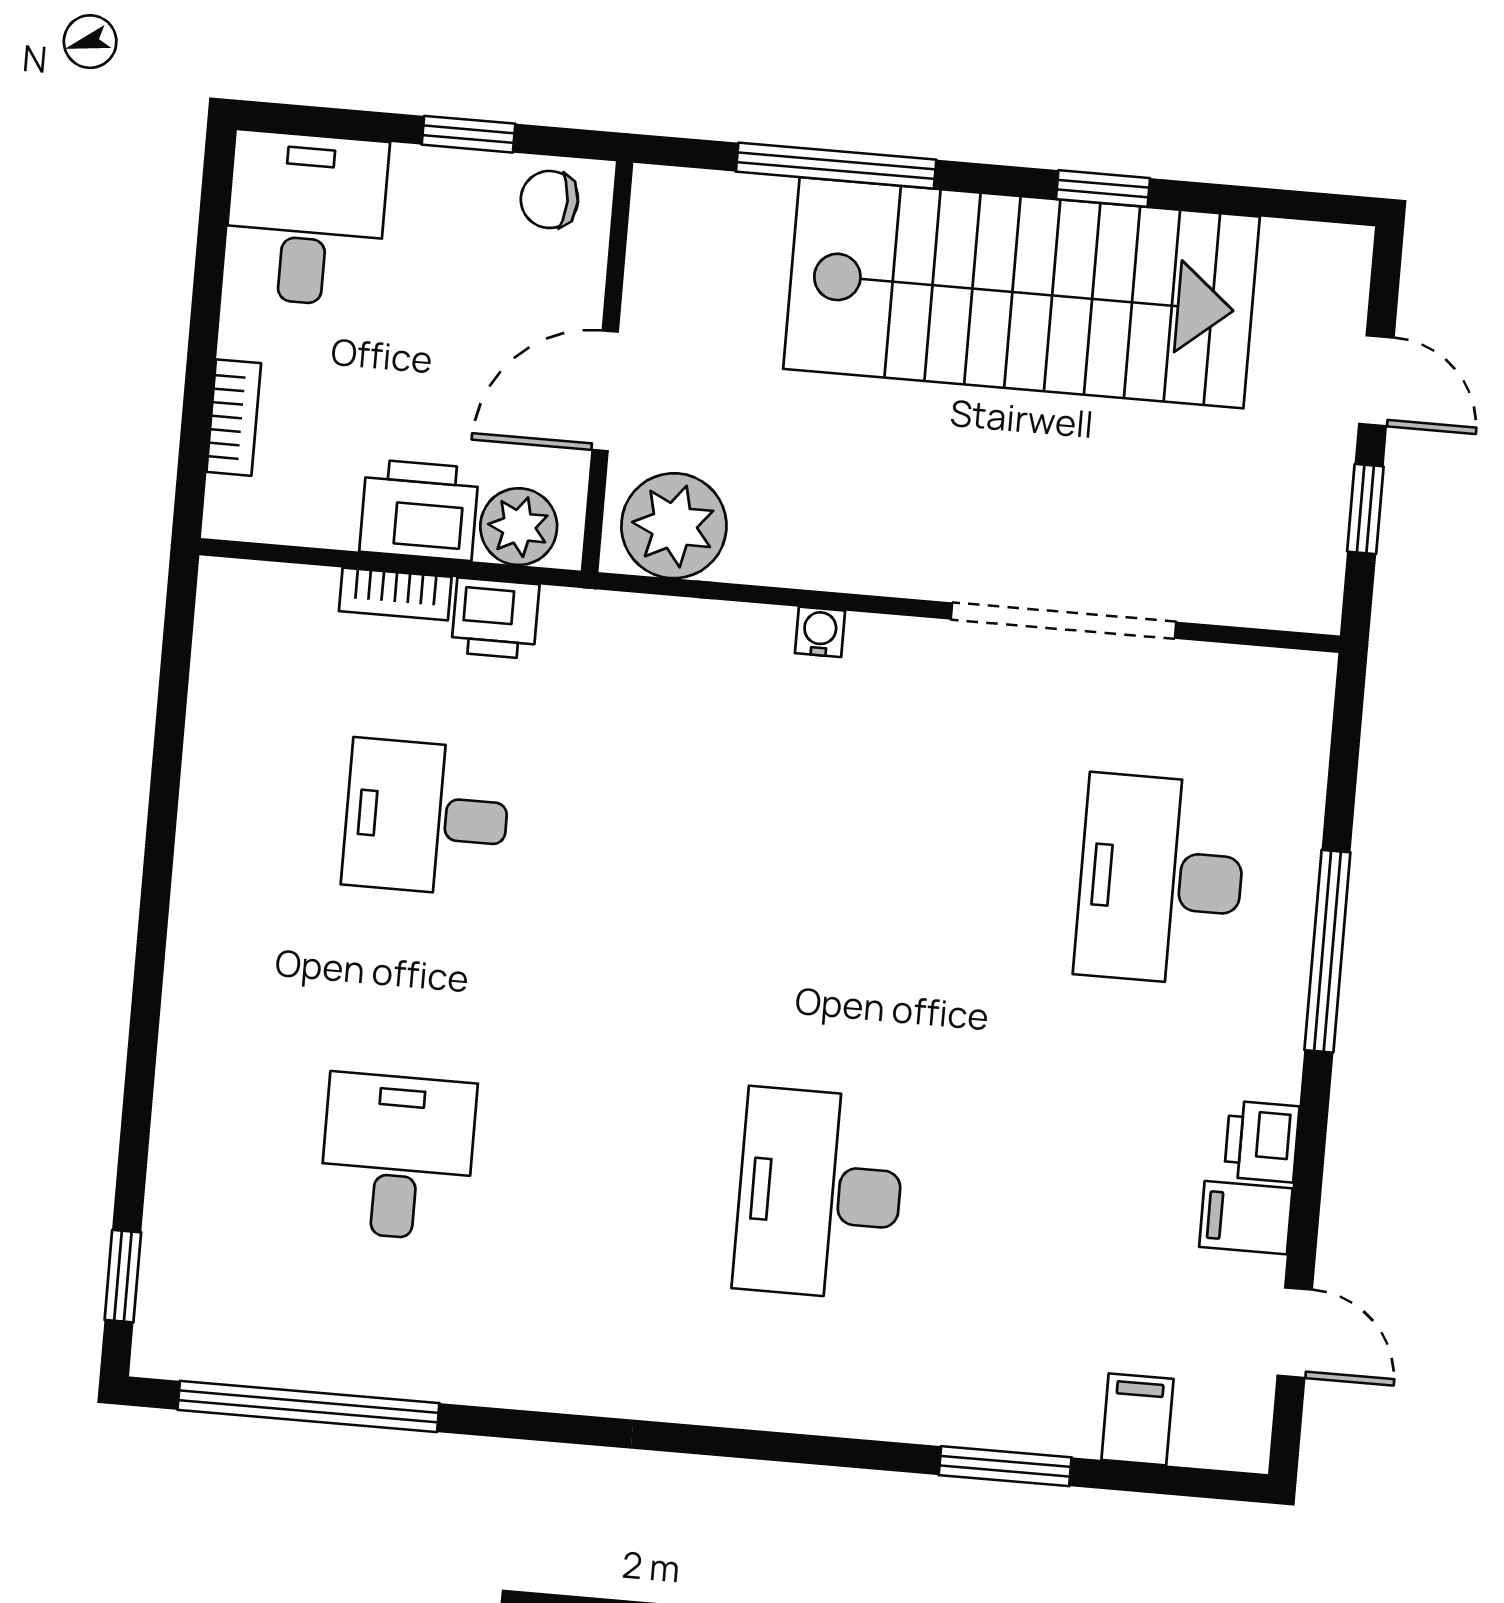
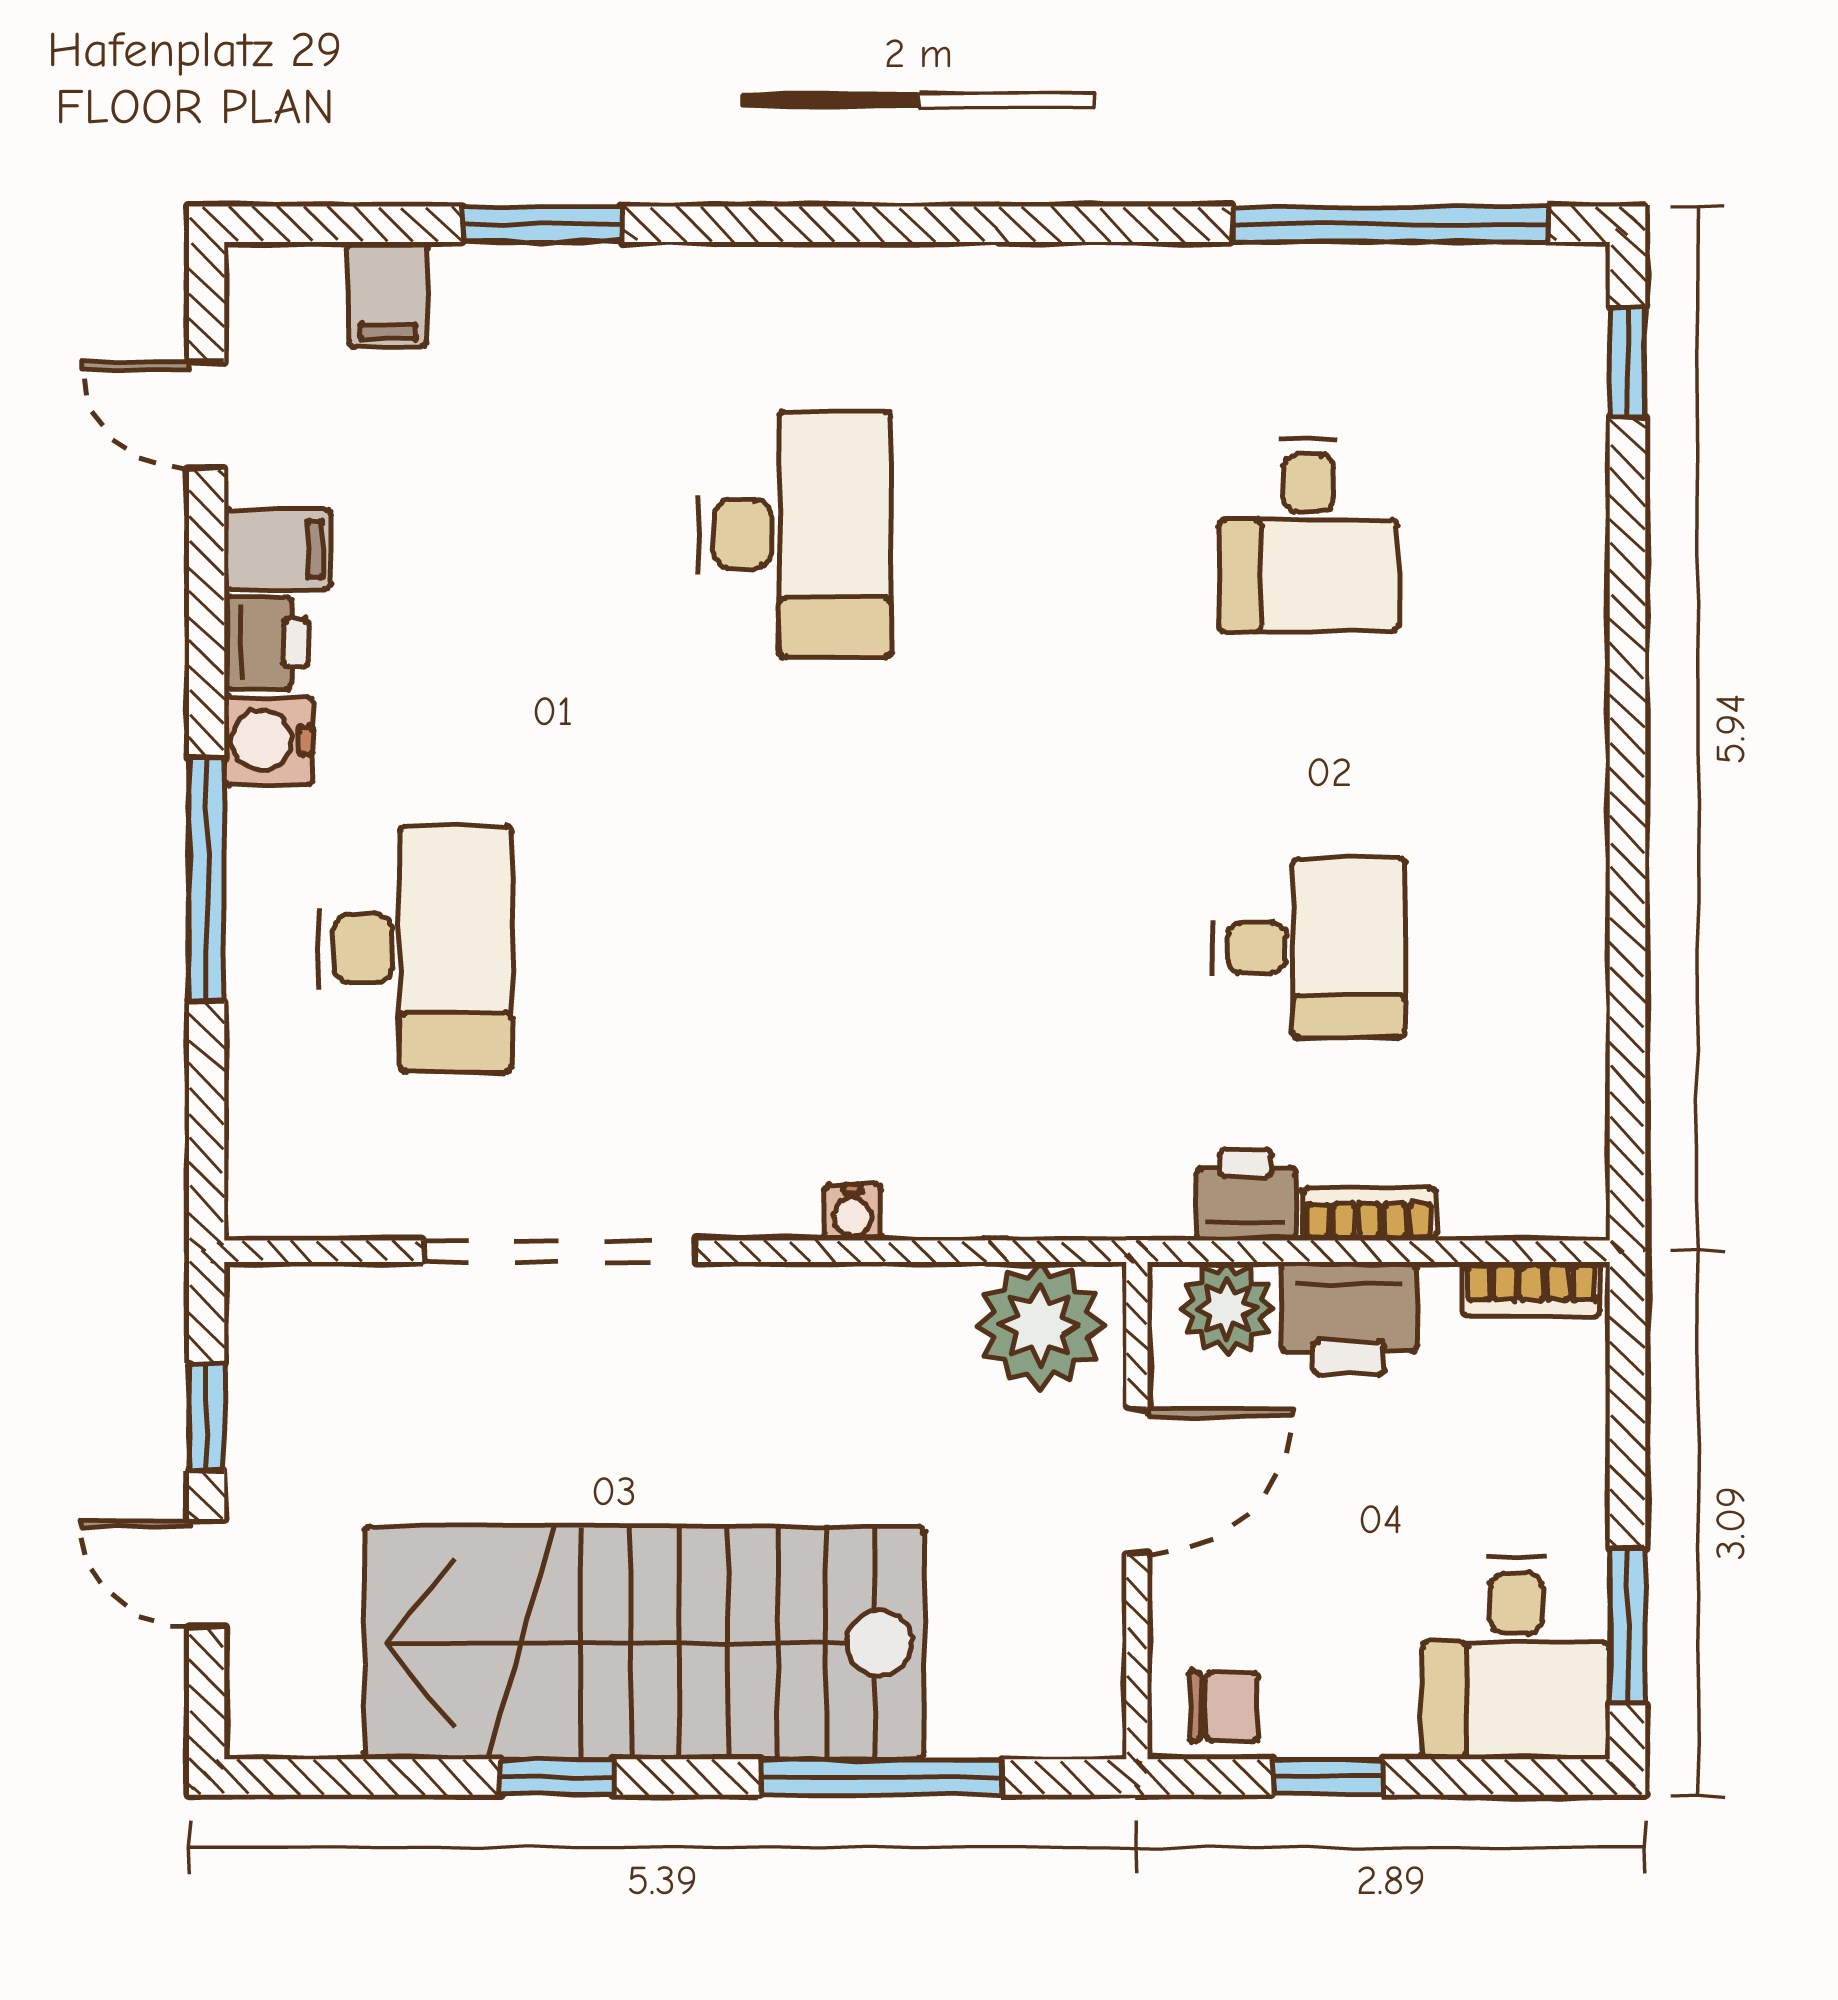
window: (212, 238) -> (1627, 1626), added
bookcase: (234, 418) -> (1532, 1289), moved, turned -90
water cooler: (1267, 1061) -> (268, 740), added

